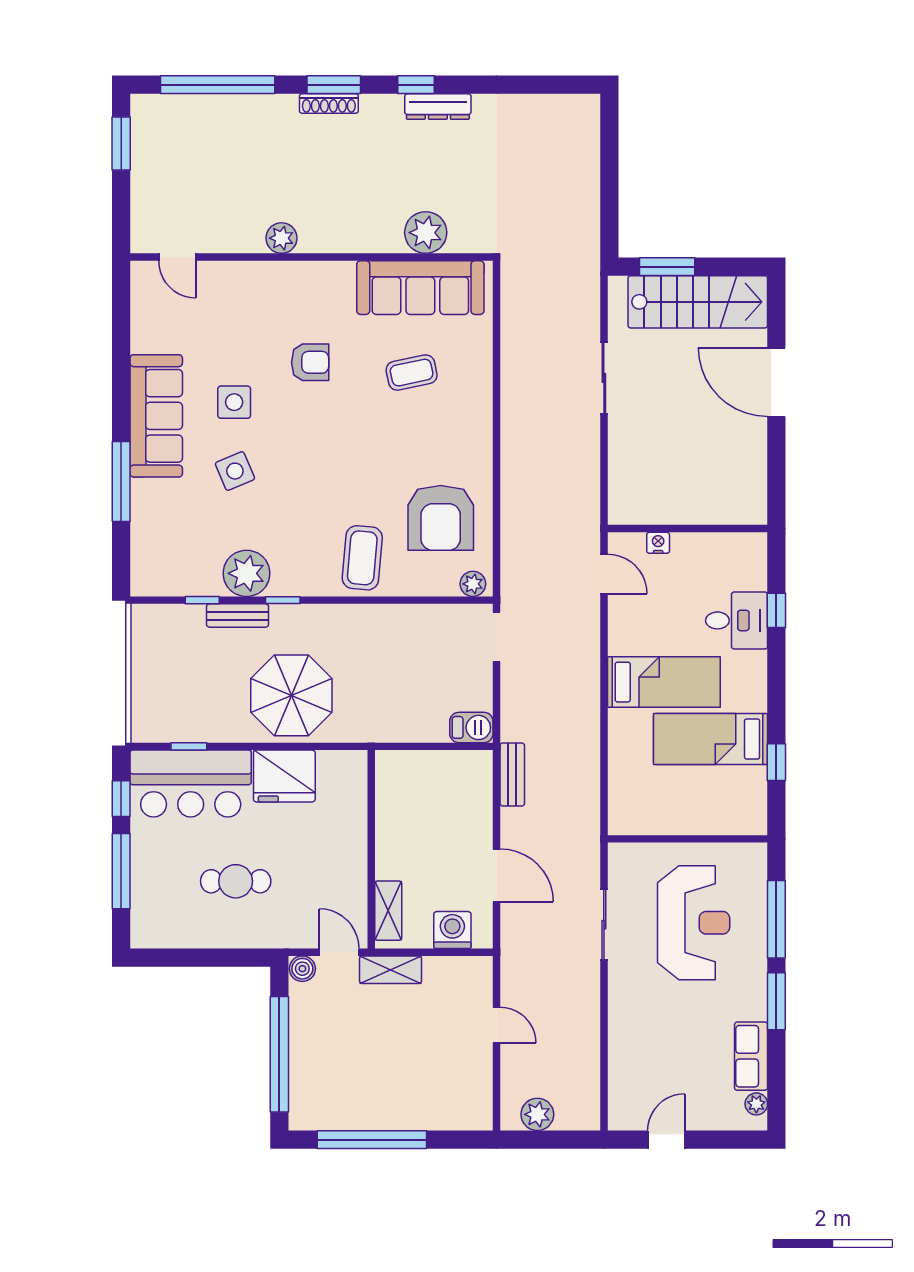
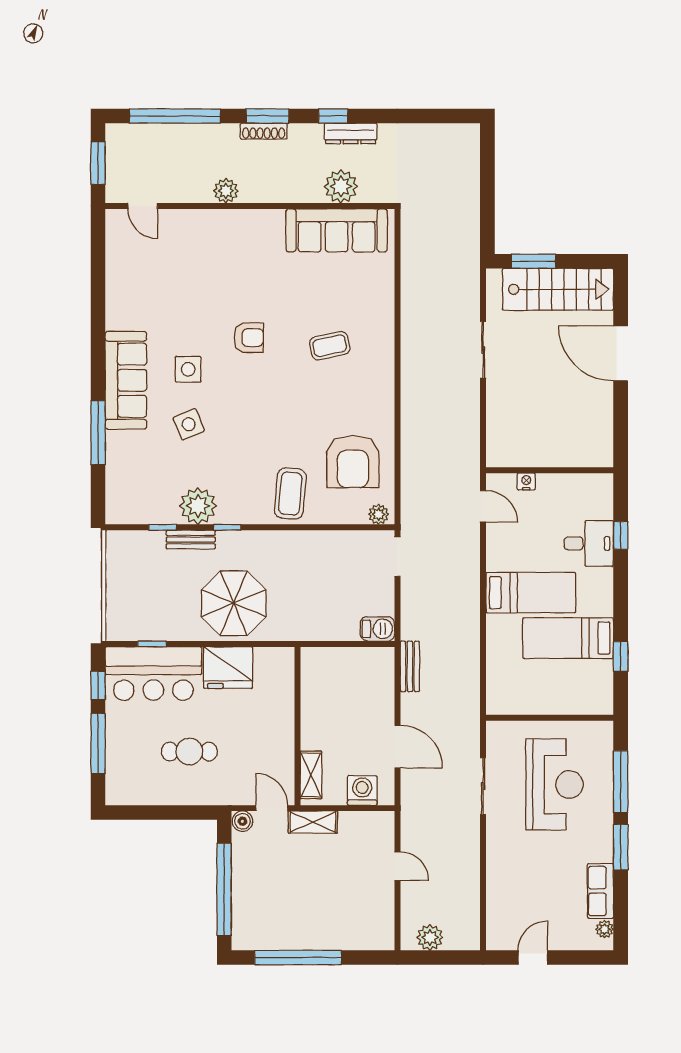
plant: (426, 233) -> (341, 186), moved
plant: (282, 238) -> (226, 191), moved
door: (177, 257) -> (143, 206), moved
wall: (312, 257) -> (250, 206), moved
sofa: (420, 288) -> (337, 230), moved

